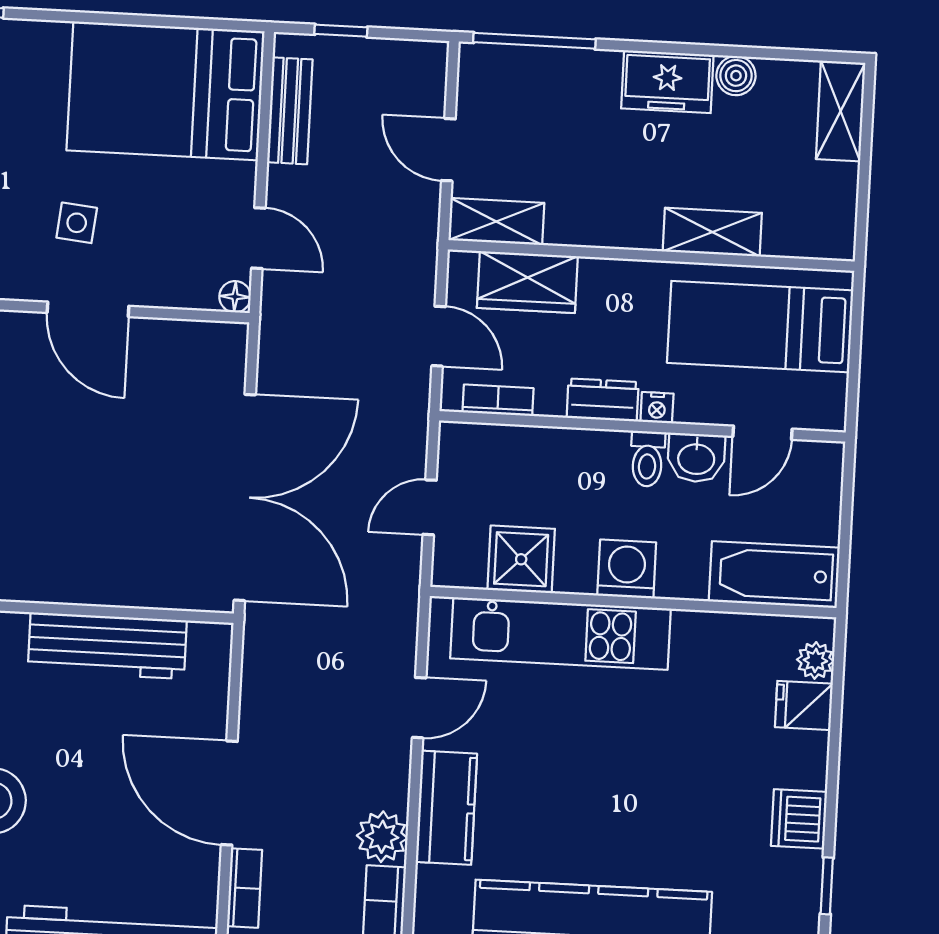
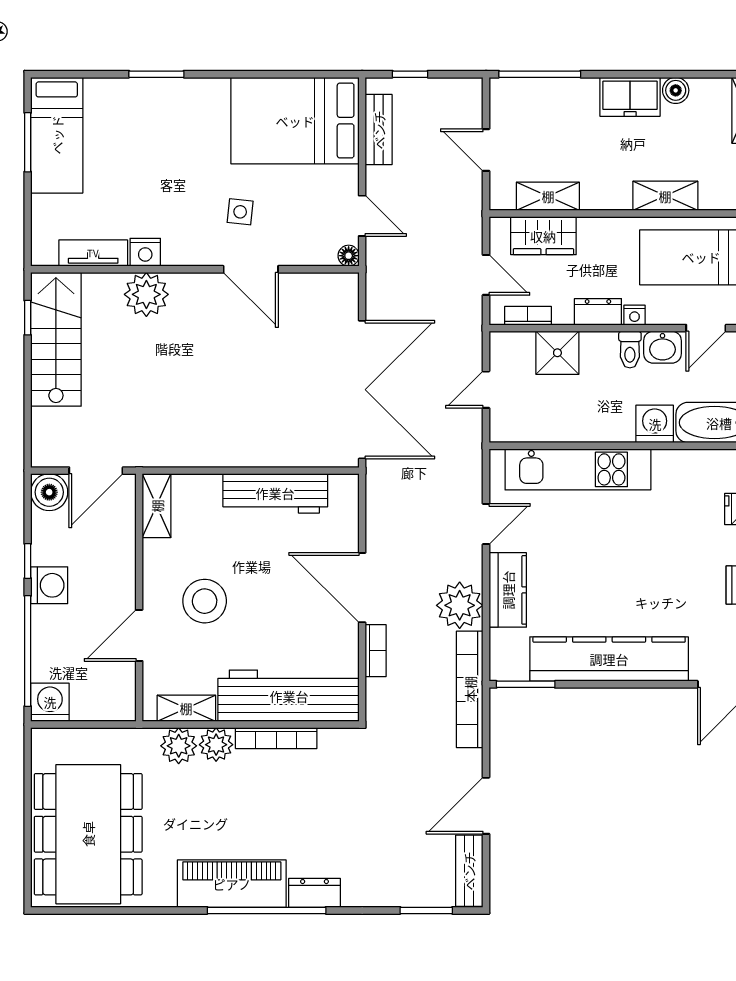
shelving: (496, 222) -> (548, 196), moved
shower: (521, 559) -> (557, 353), moved
washing machine: (627, 569) -> (655, 424), moved
plant: (382, 837) -> (460, 605), width x1.36, depth x1.36

